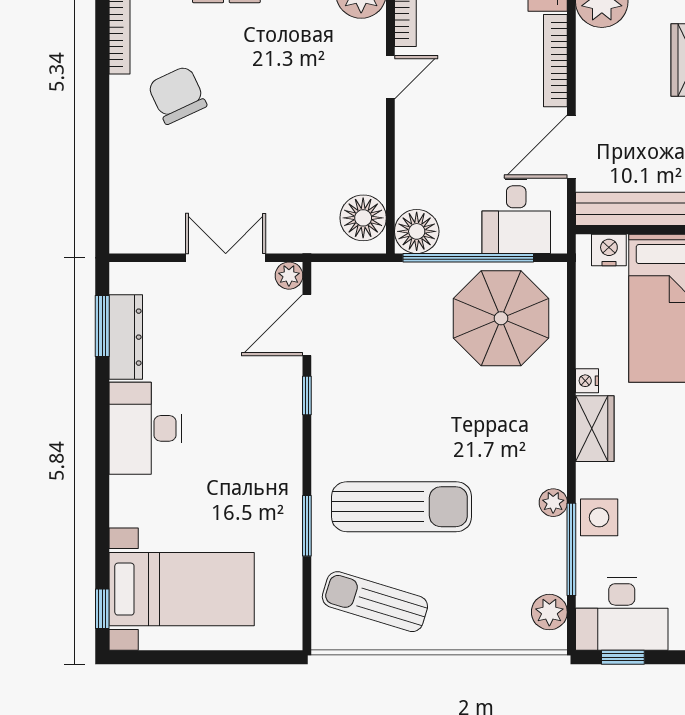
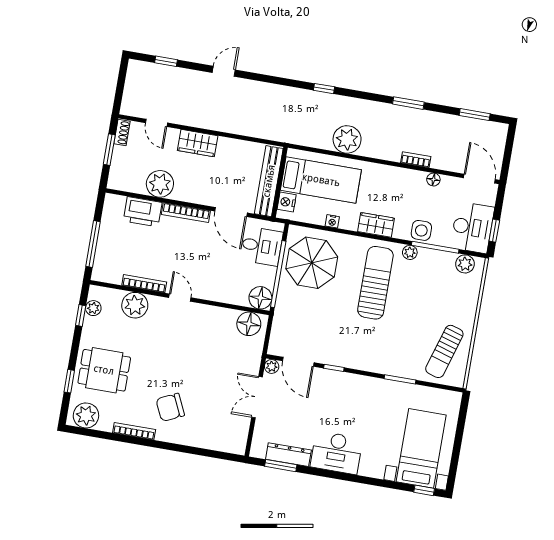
nightstand: (587, 381) -> (332, 221), moved
sun lounger: (402, 507) -> (375, 283), moved

